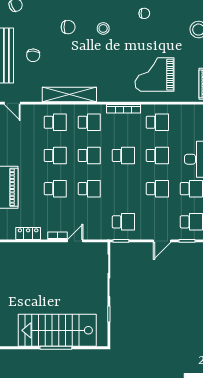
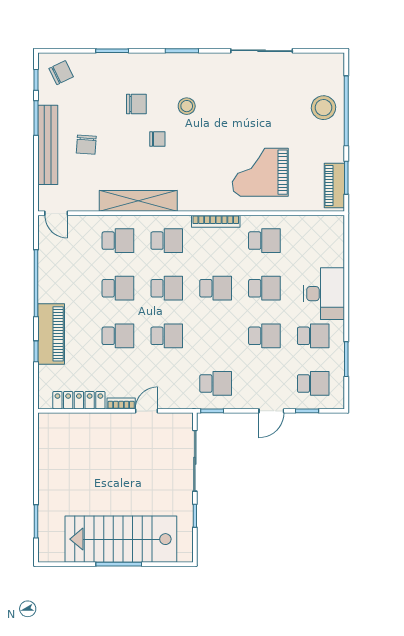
chair: (144, 13) -> (157, 139), moved
locker: (28, 233) -> (79, 400), width x1.53

